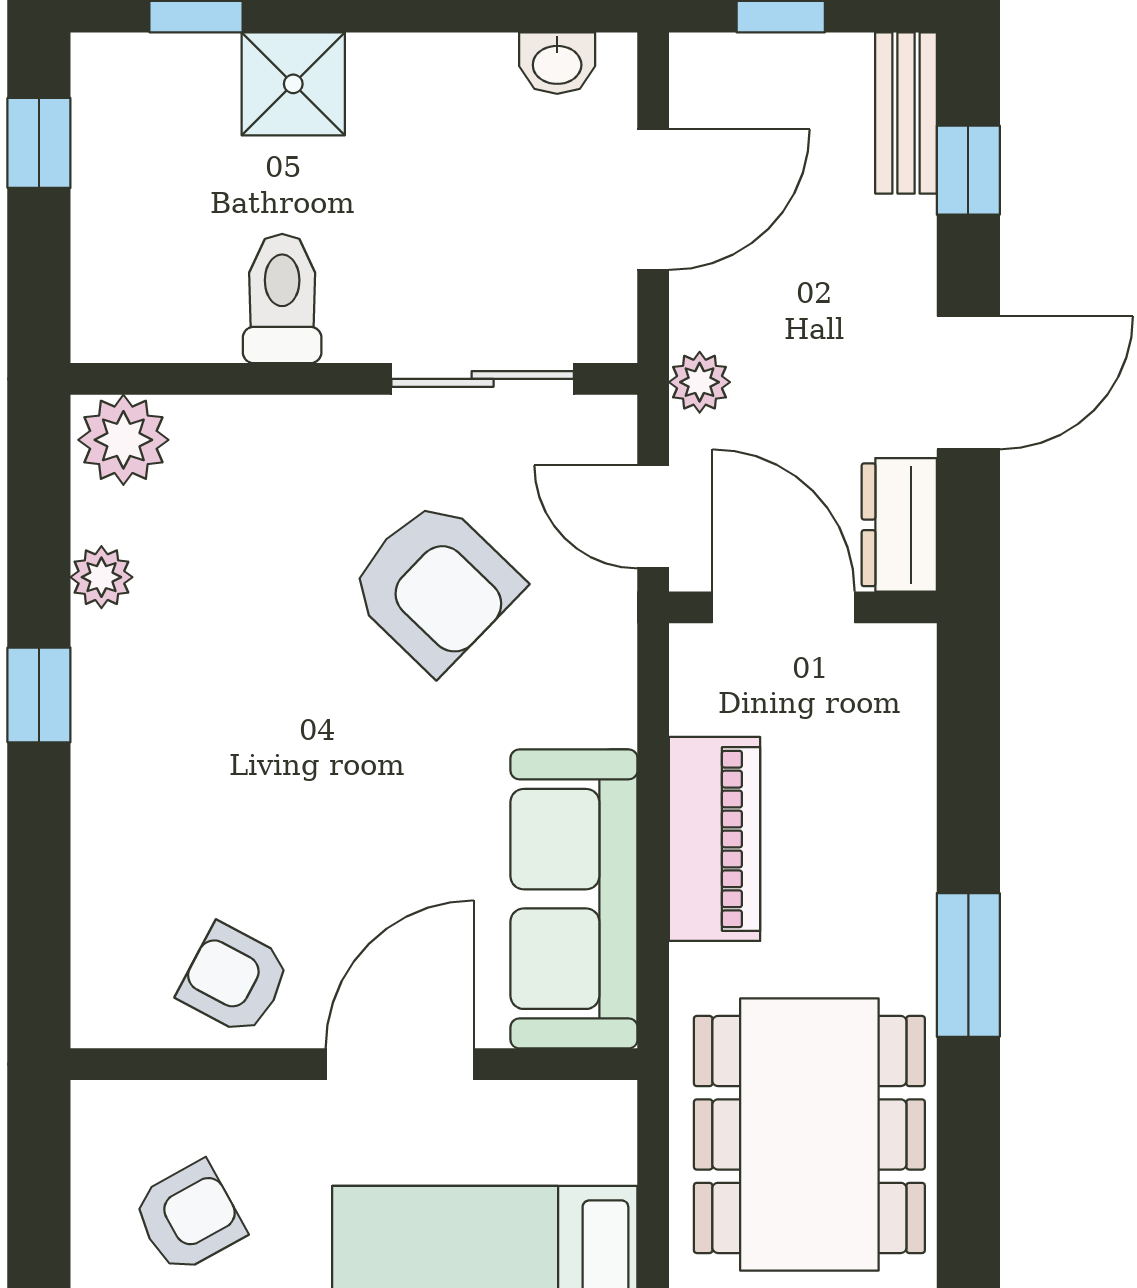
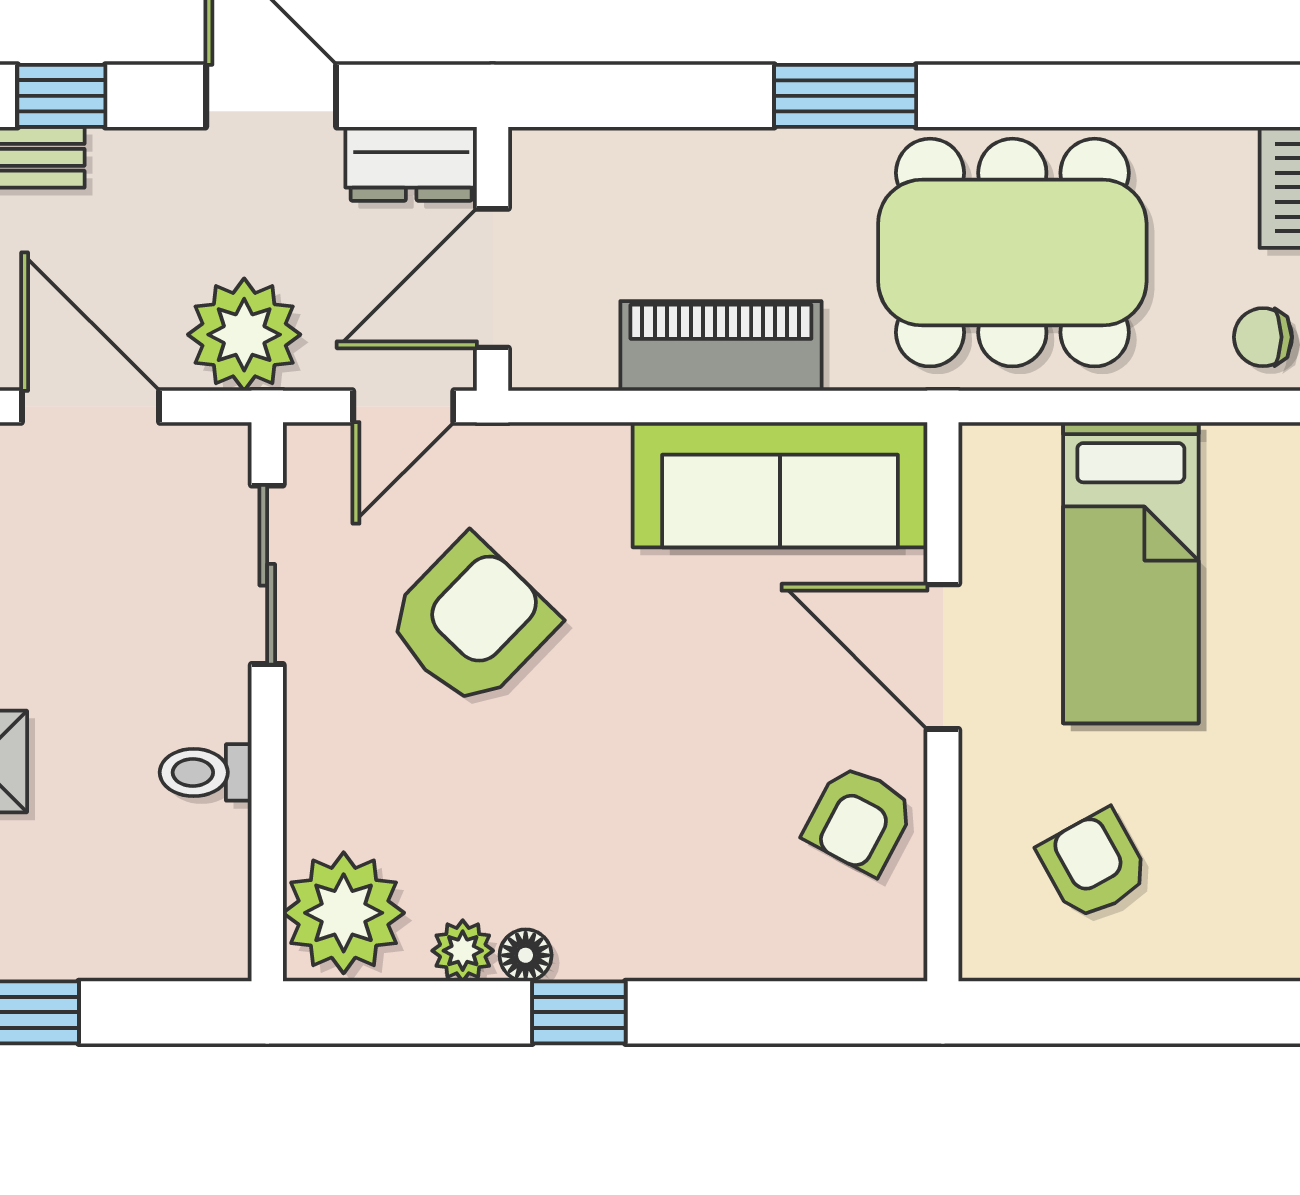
toilet: (282, 298) -> (206, 772), width x0.73, depth x0.72
plant: (700, 382) -> (244, 335), width x1.88, depth x1.88
plant: (123, 440) -> (344, 913), width x1.36, depth x1.36
floor lamp: (97, 641) -> (526, 955), added

